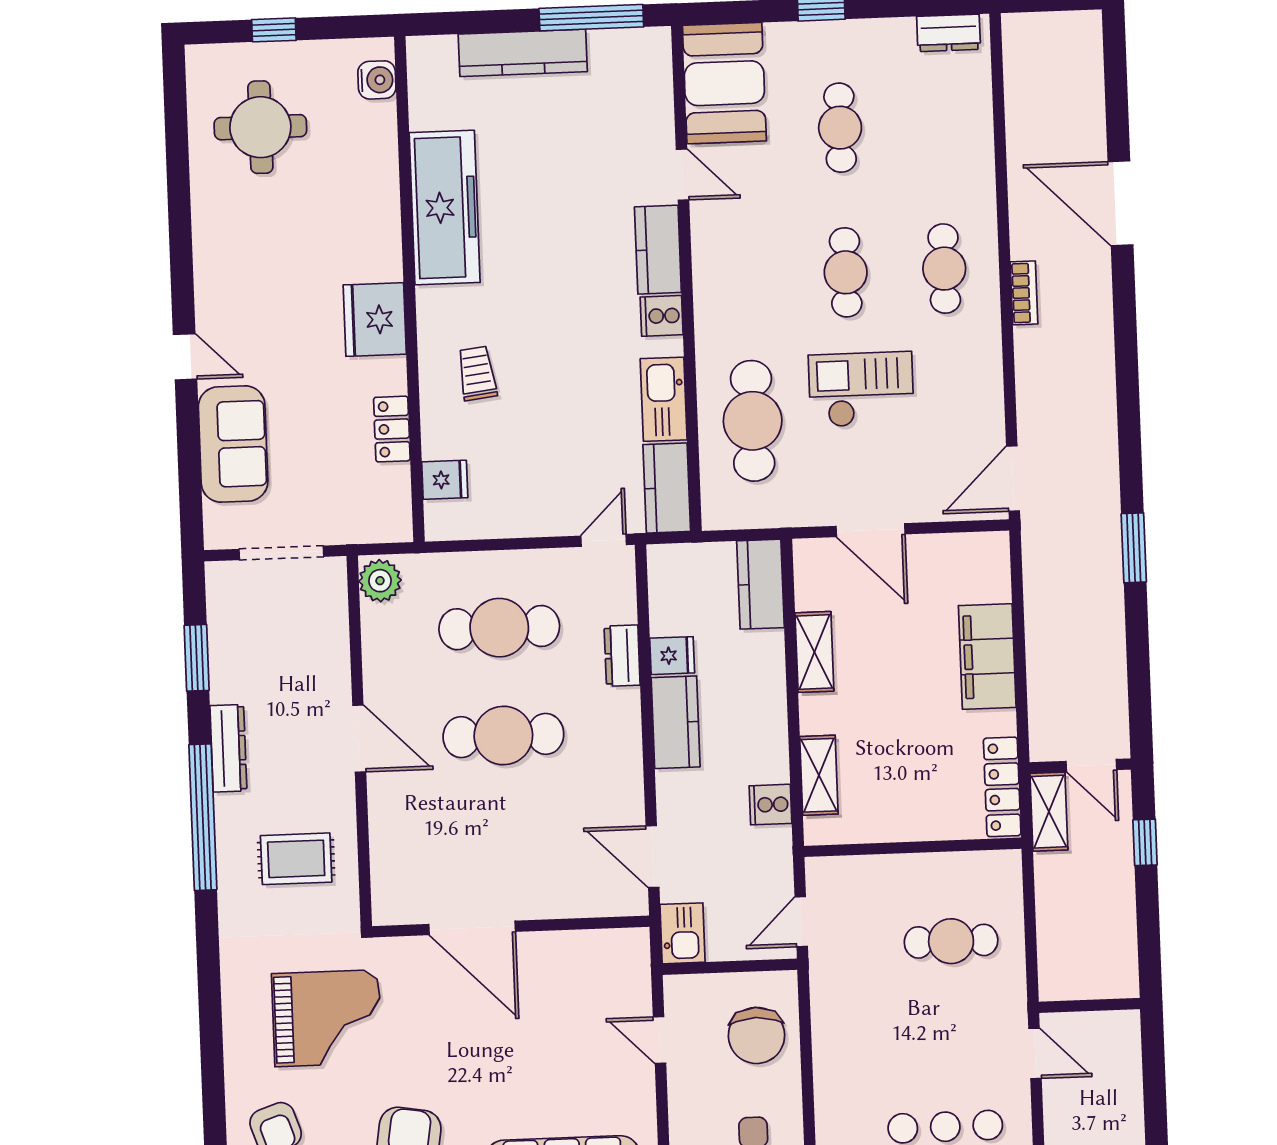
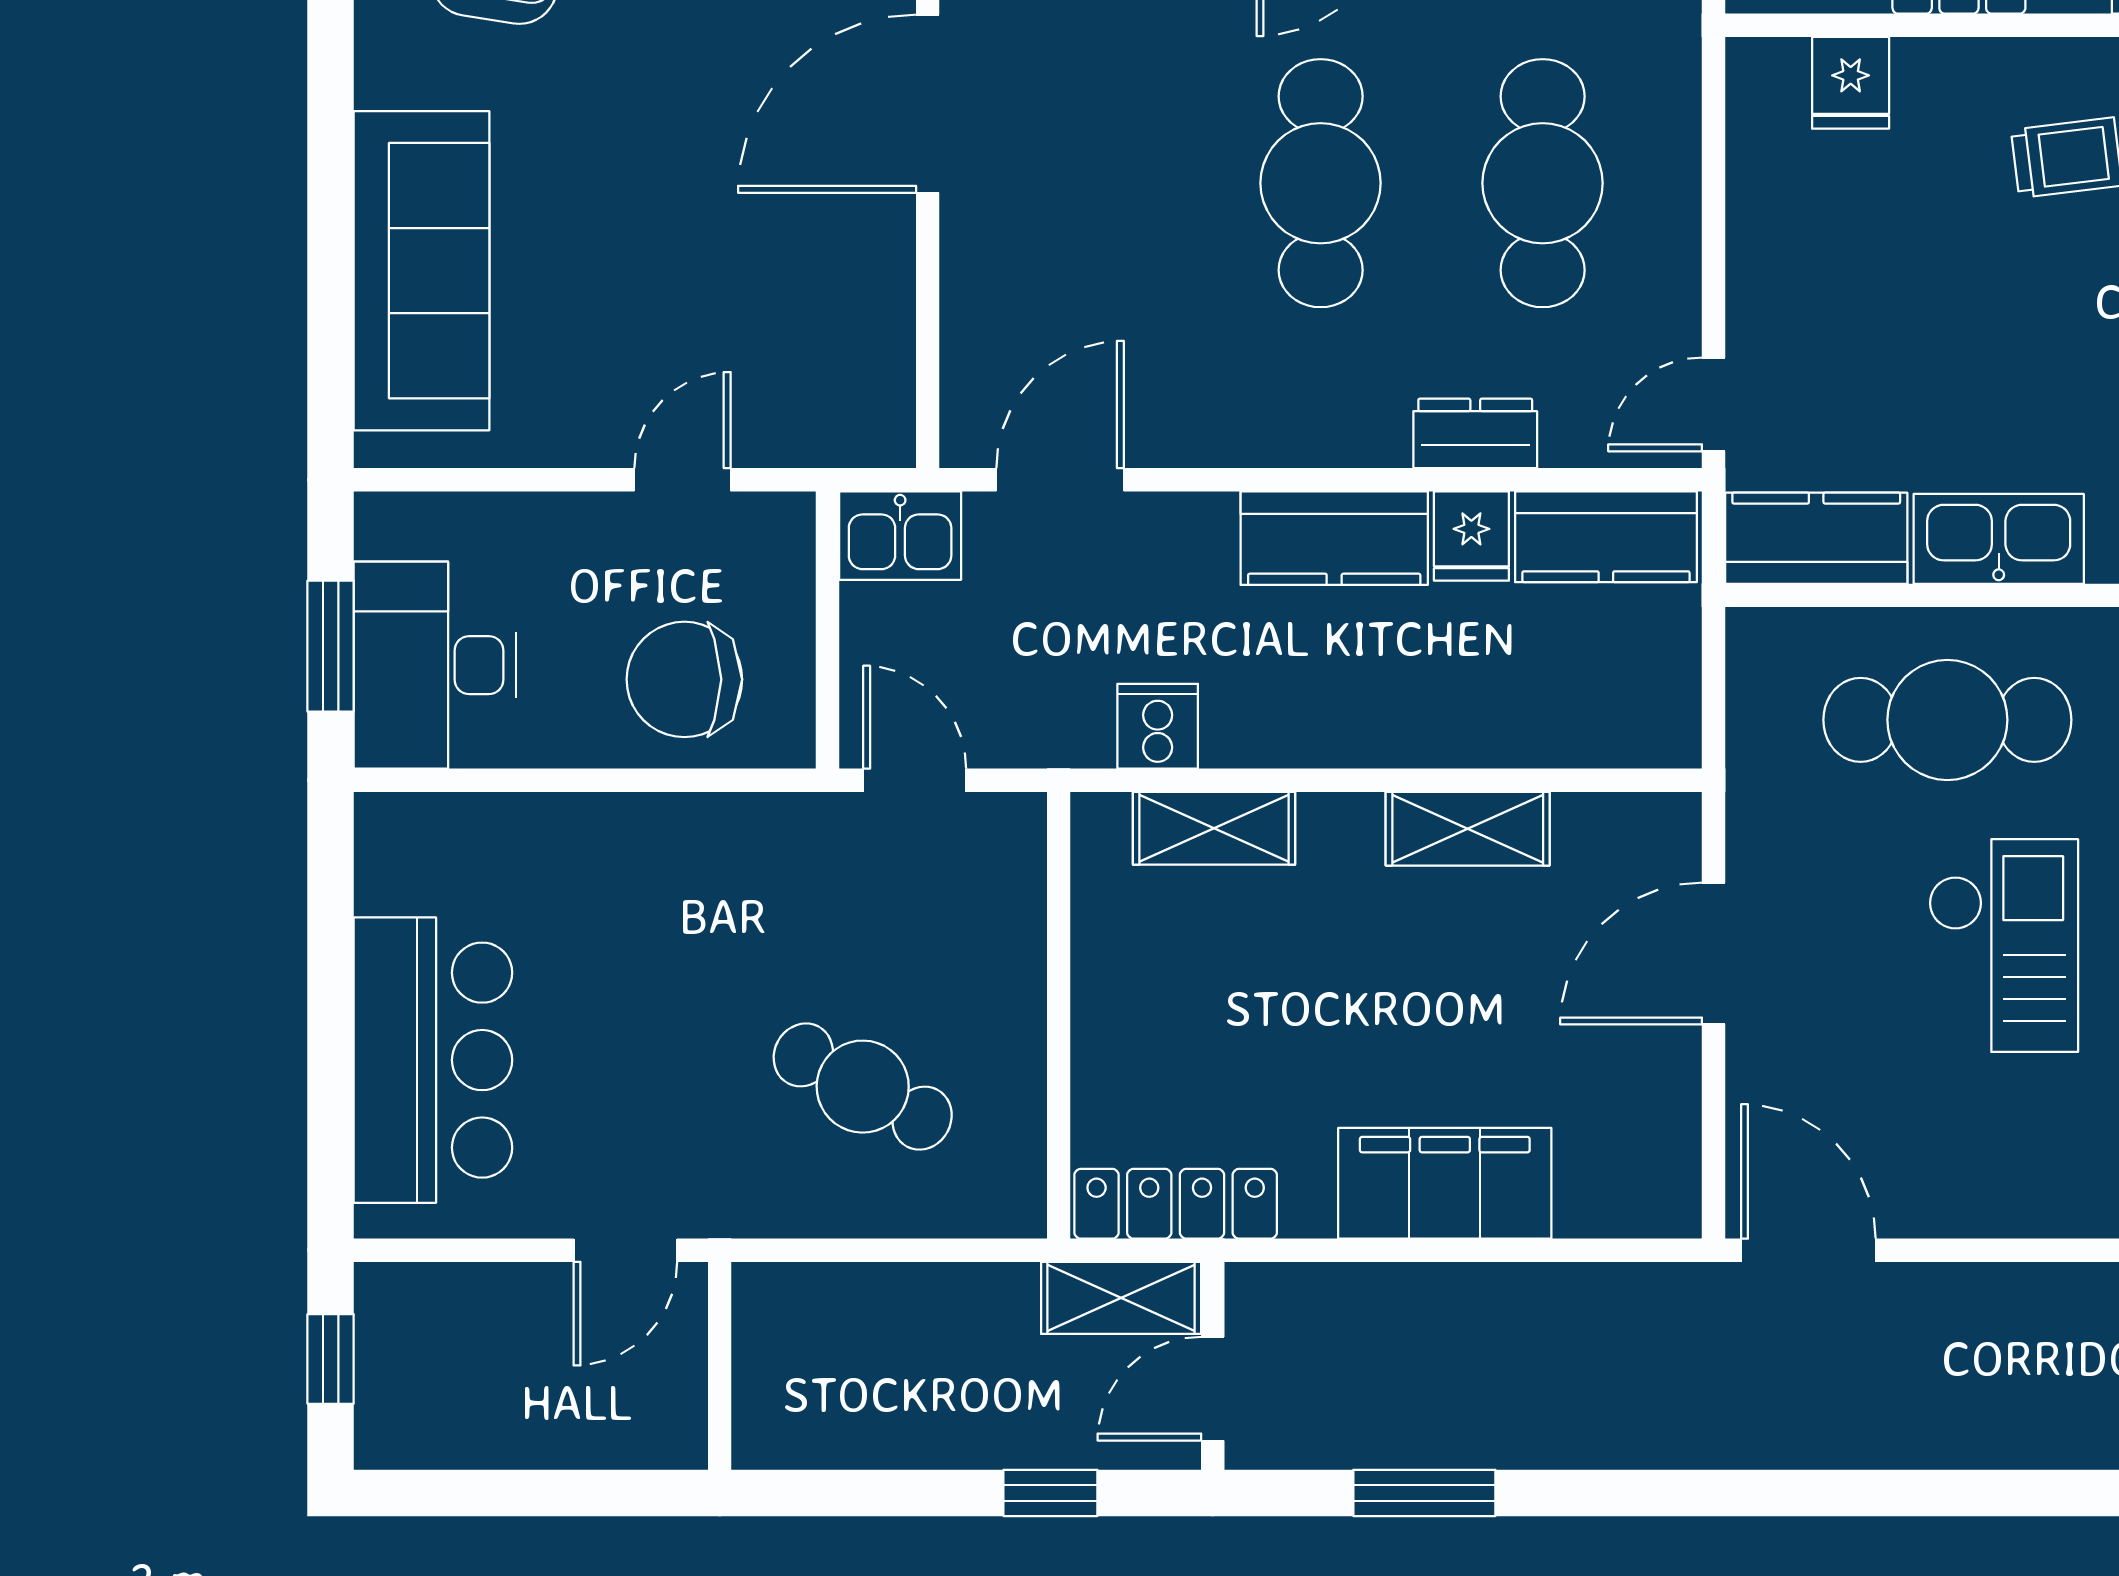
door: (604, 540) -> (1713, 404), swing flipped
window: (1134, 548) -> (1424, 1493), moved
kitchen counter: (761, 584) -> (1606, 537), moved, turned 180
cafe table: (951, 941) -> (863, 1087), turned -62

